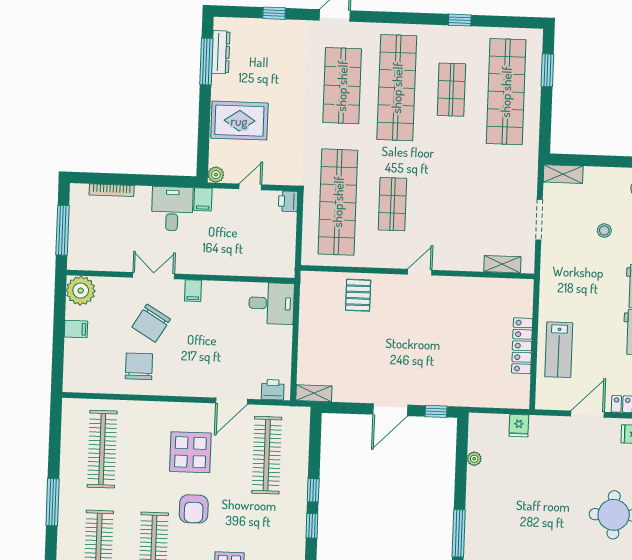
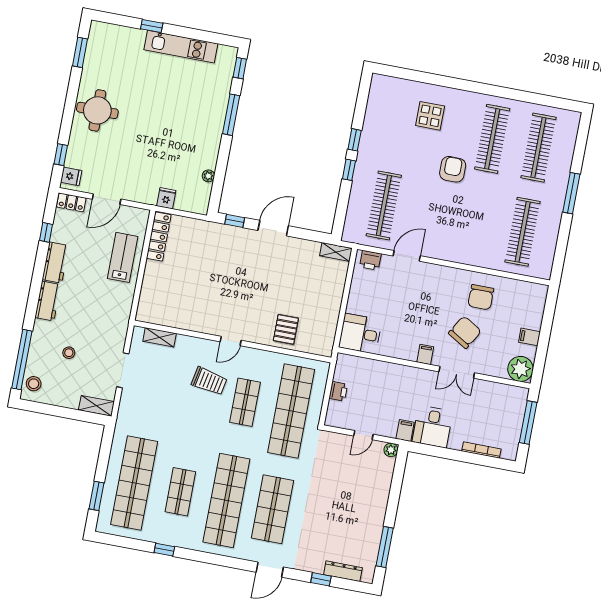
dresser: (221, 52) -> (343, 571), moved, turned 90
rug: (239, 121) -> (364, 493), removed
printer: (288, 201) -> (338, 391), moved
trolley: (437, 222) -> (209, 381), added
locker: (522, 346) -> (159, 237), moved
display table: (190, 452) -> (448, 218), removed

